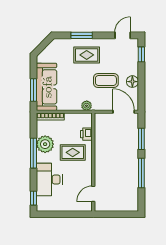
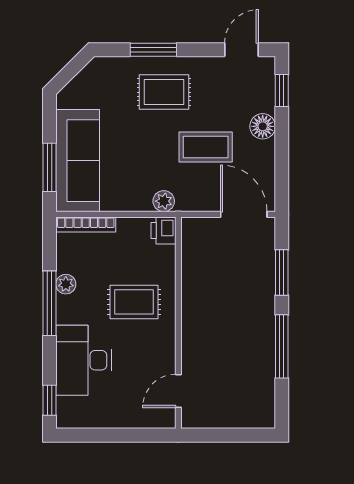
floor lamp: (132, 82) -> (263, 126), moved
printer: (86, 134) -> (163, 230), moved
plant: (45, 144) -> (66, 284), width x0.53, depth x0.53

